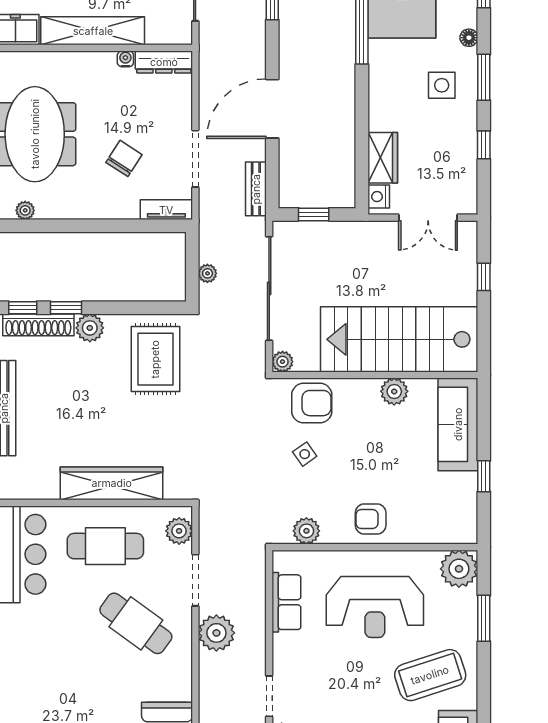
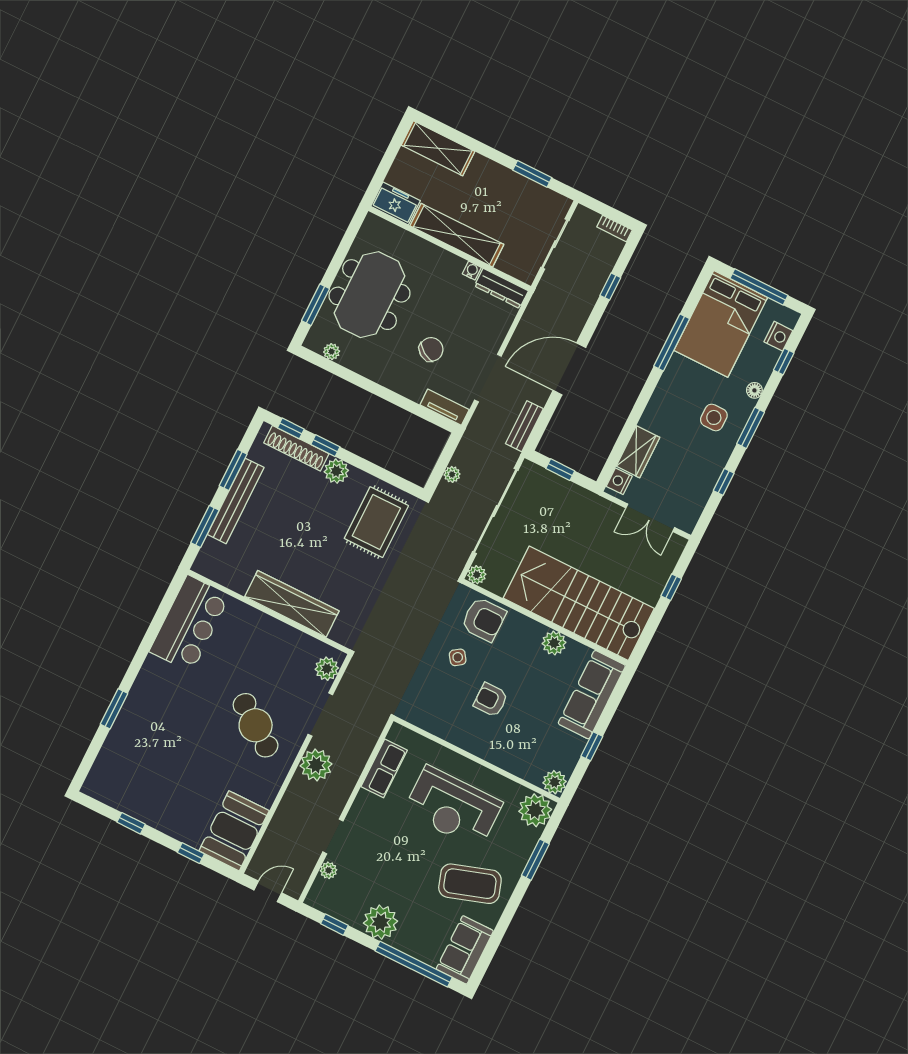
armchair: (371, 519) -> (491, 700), moved
plant: (306, 531) -> (555, 782), moved
cafe table: (105, 546) -> (262, 651), removed

